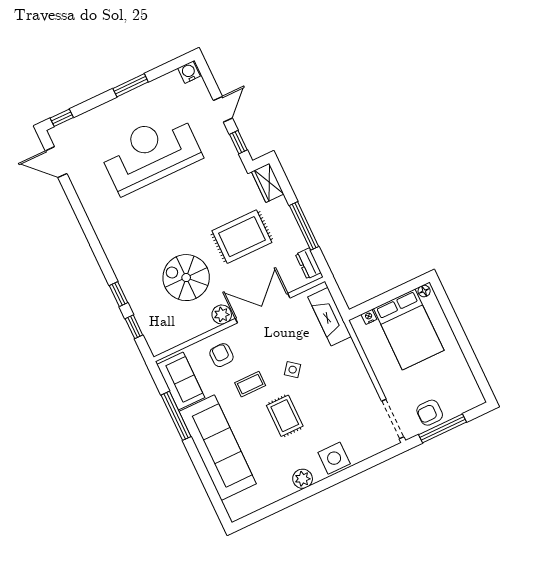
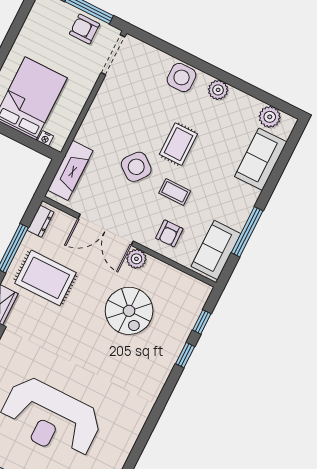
rug: (242, 237) -> (46, 278), moved
side table: (293, 370) -> (136, 167), width x1.87, depth x1.87
armchair: (430, 413) -> (84, 29), turned 180
sofa: (218, 448) -> (261, 159), width x0.54, depth x0.79
plant: (251, 502) -> (270, 117), added

